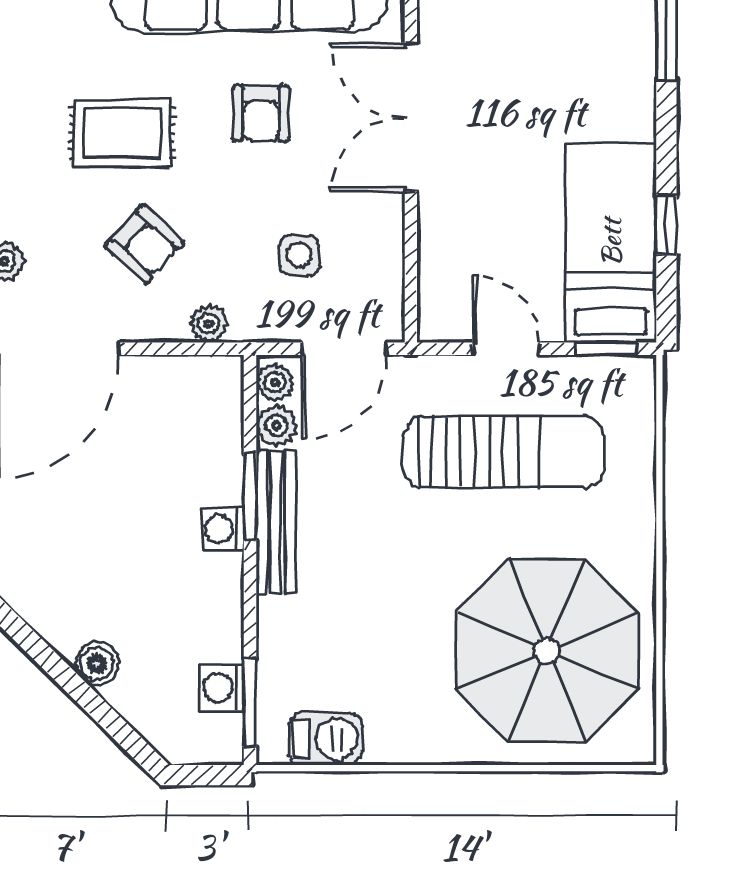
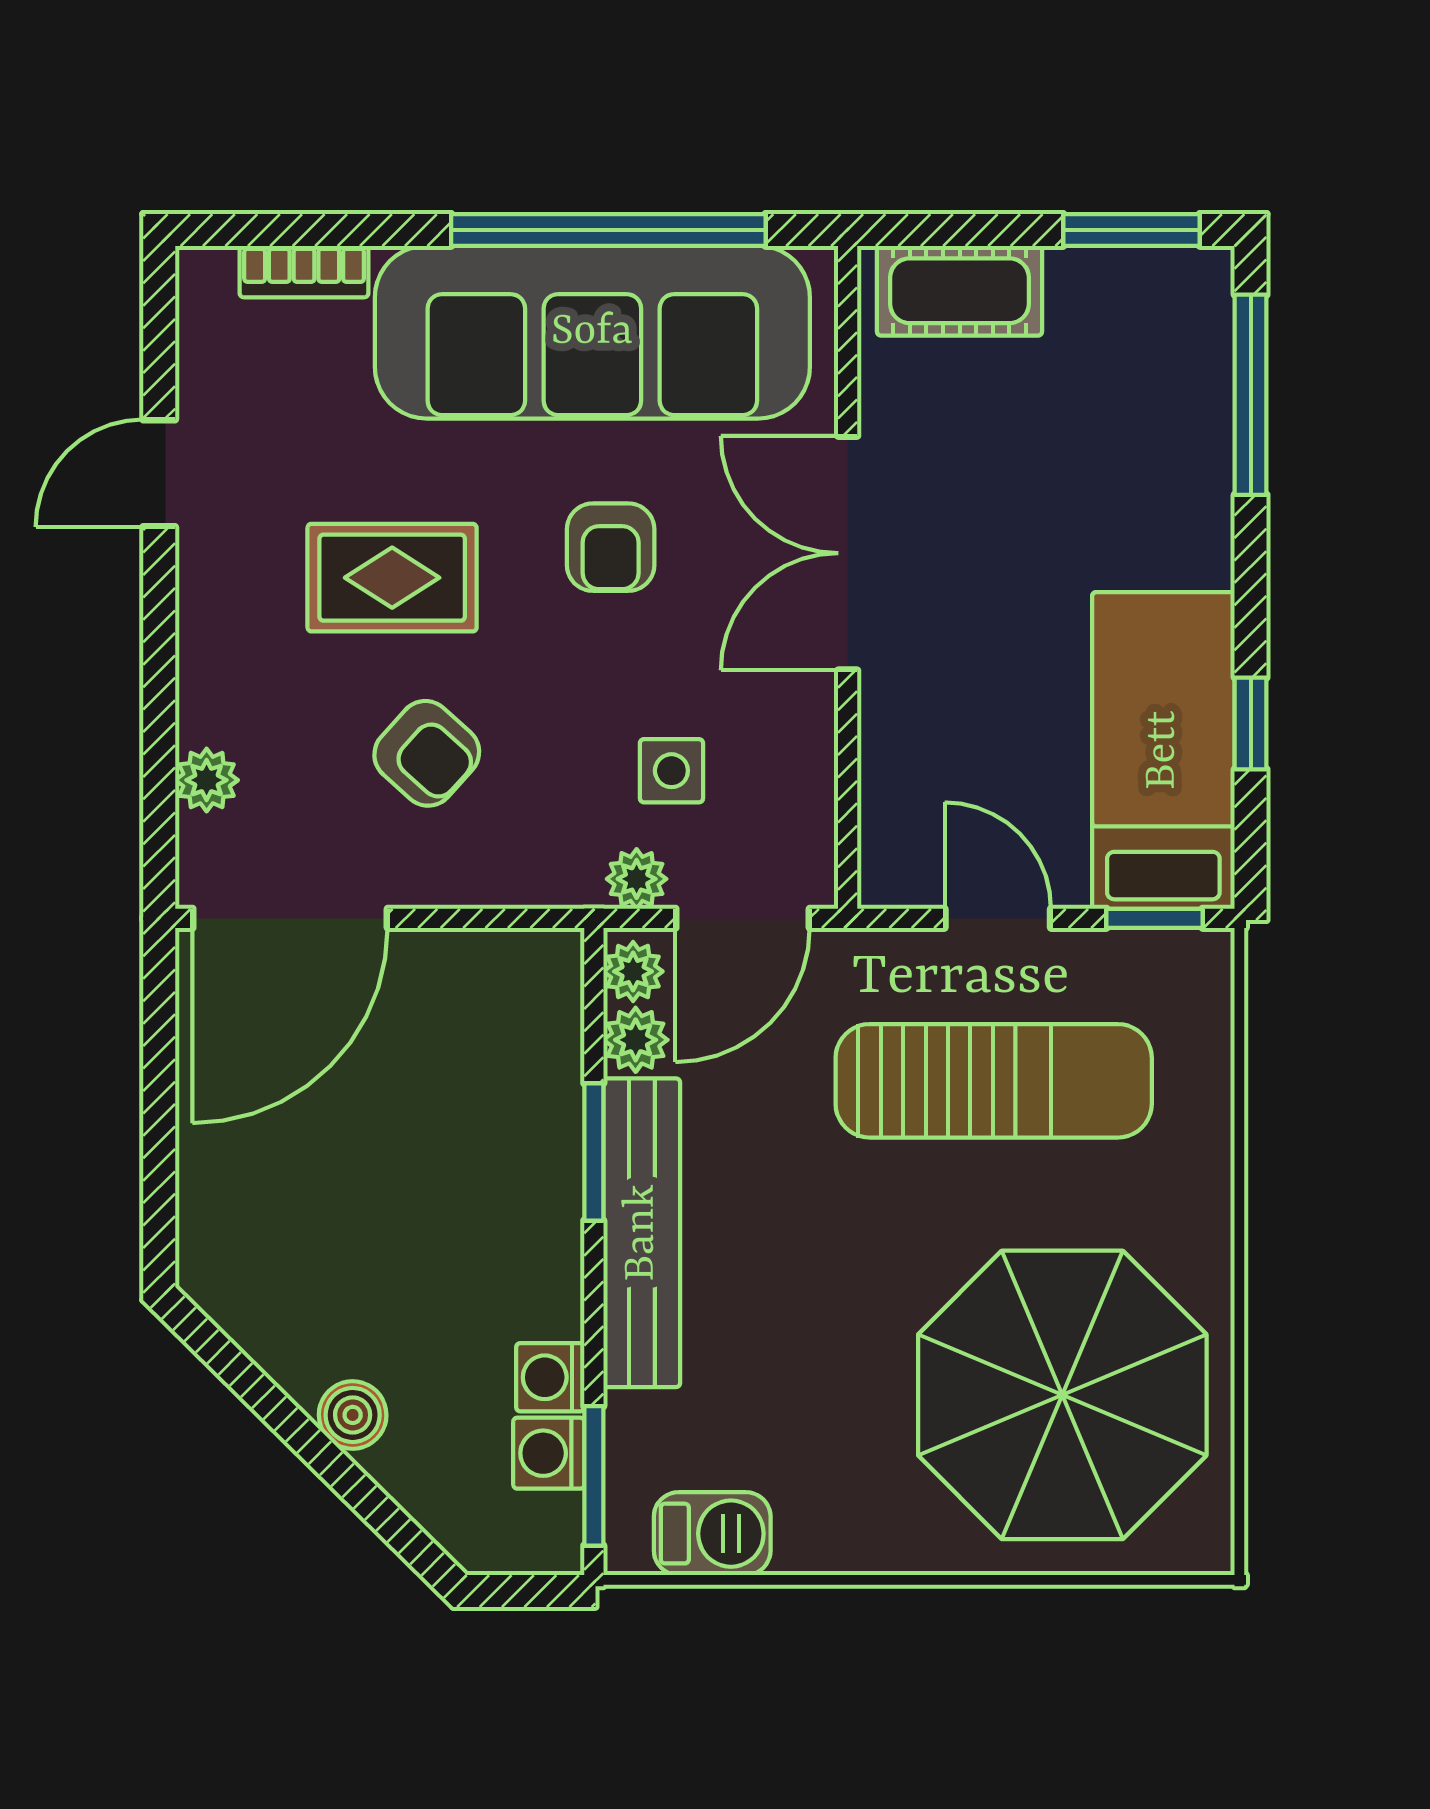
plant: (209, 324) -> (637, 879), moved
bench: (276, 522) -> (642, 1233), width x1.37, depth x1.21
washing machine: (222, 529) -> (550, 1377), moved

